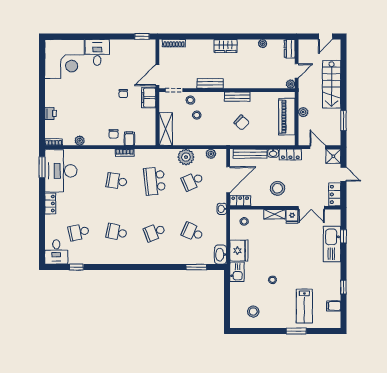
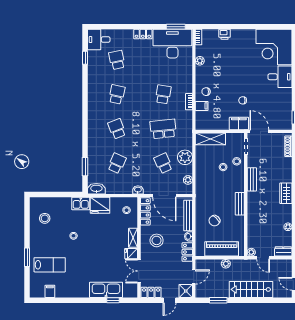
chair: (242, 123) -> (214, 221), moved
locker: (240, 201) -> (145, 211), width x1.53
window: (343, 287) -> (67, 300), removed
lab bench: (304, 306) -> (50, 265), turned 180

